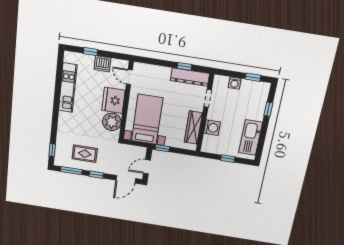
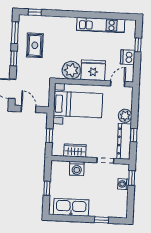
plant: (163, 73) -> (125, 116), added
window: (253, 77) -> (132, 178), moved
wardrobe: (193, 127) -> (75, 151), width x0.67
window: (162, 148) -> (49, 136), moved

